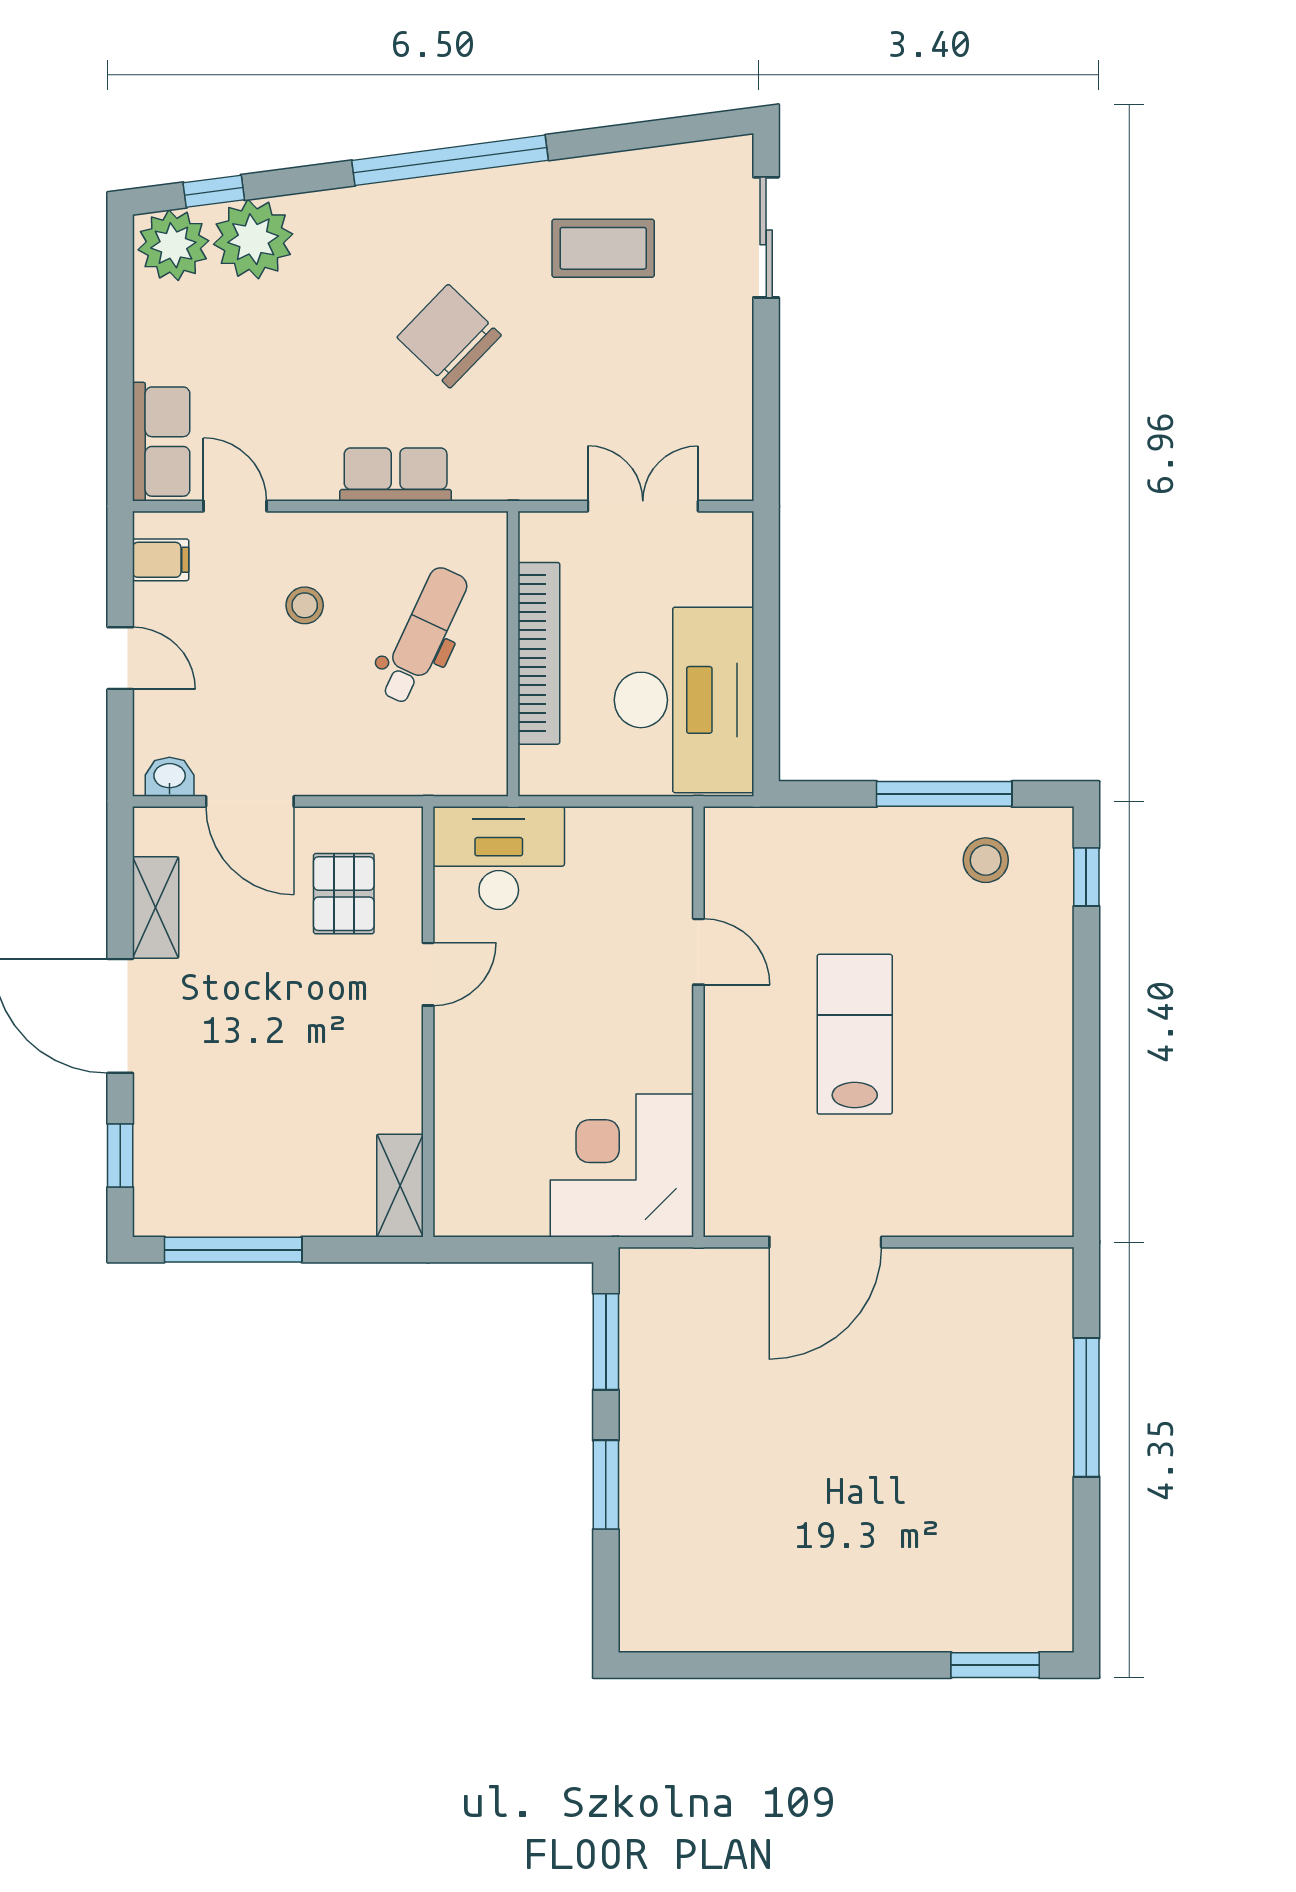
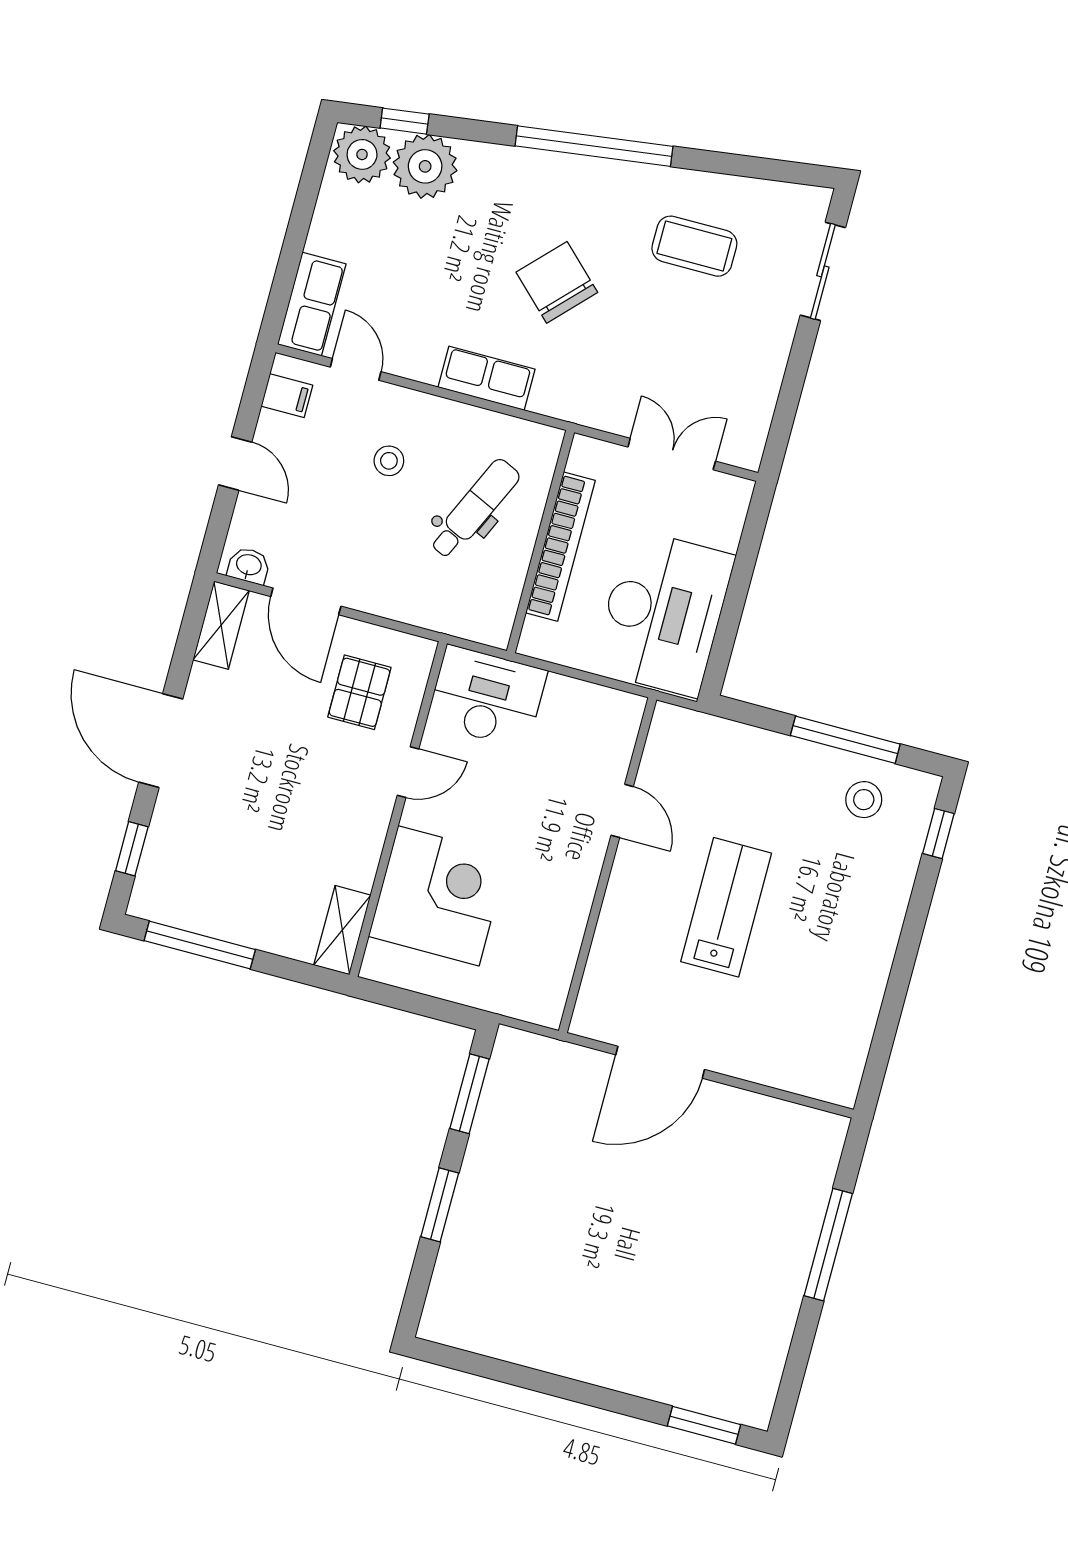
shelving: (156, 908) -> (221, 625), moved
corner desk: (622, 1166) -> (438, 896), moved, turned 90

